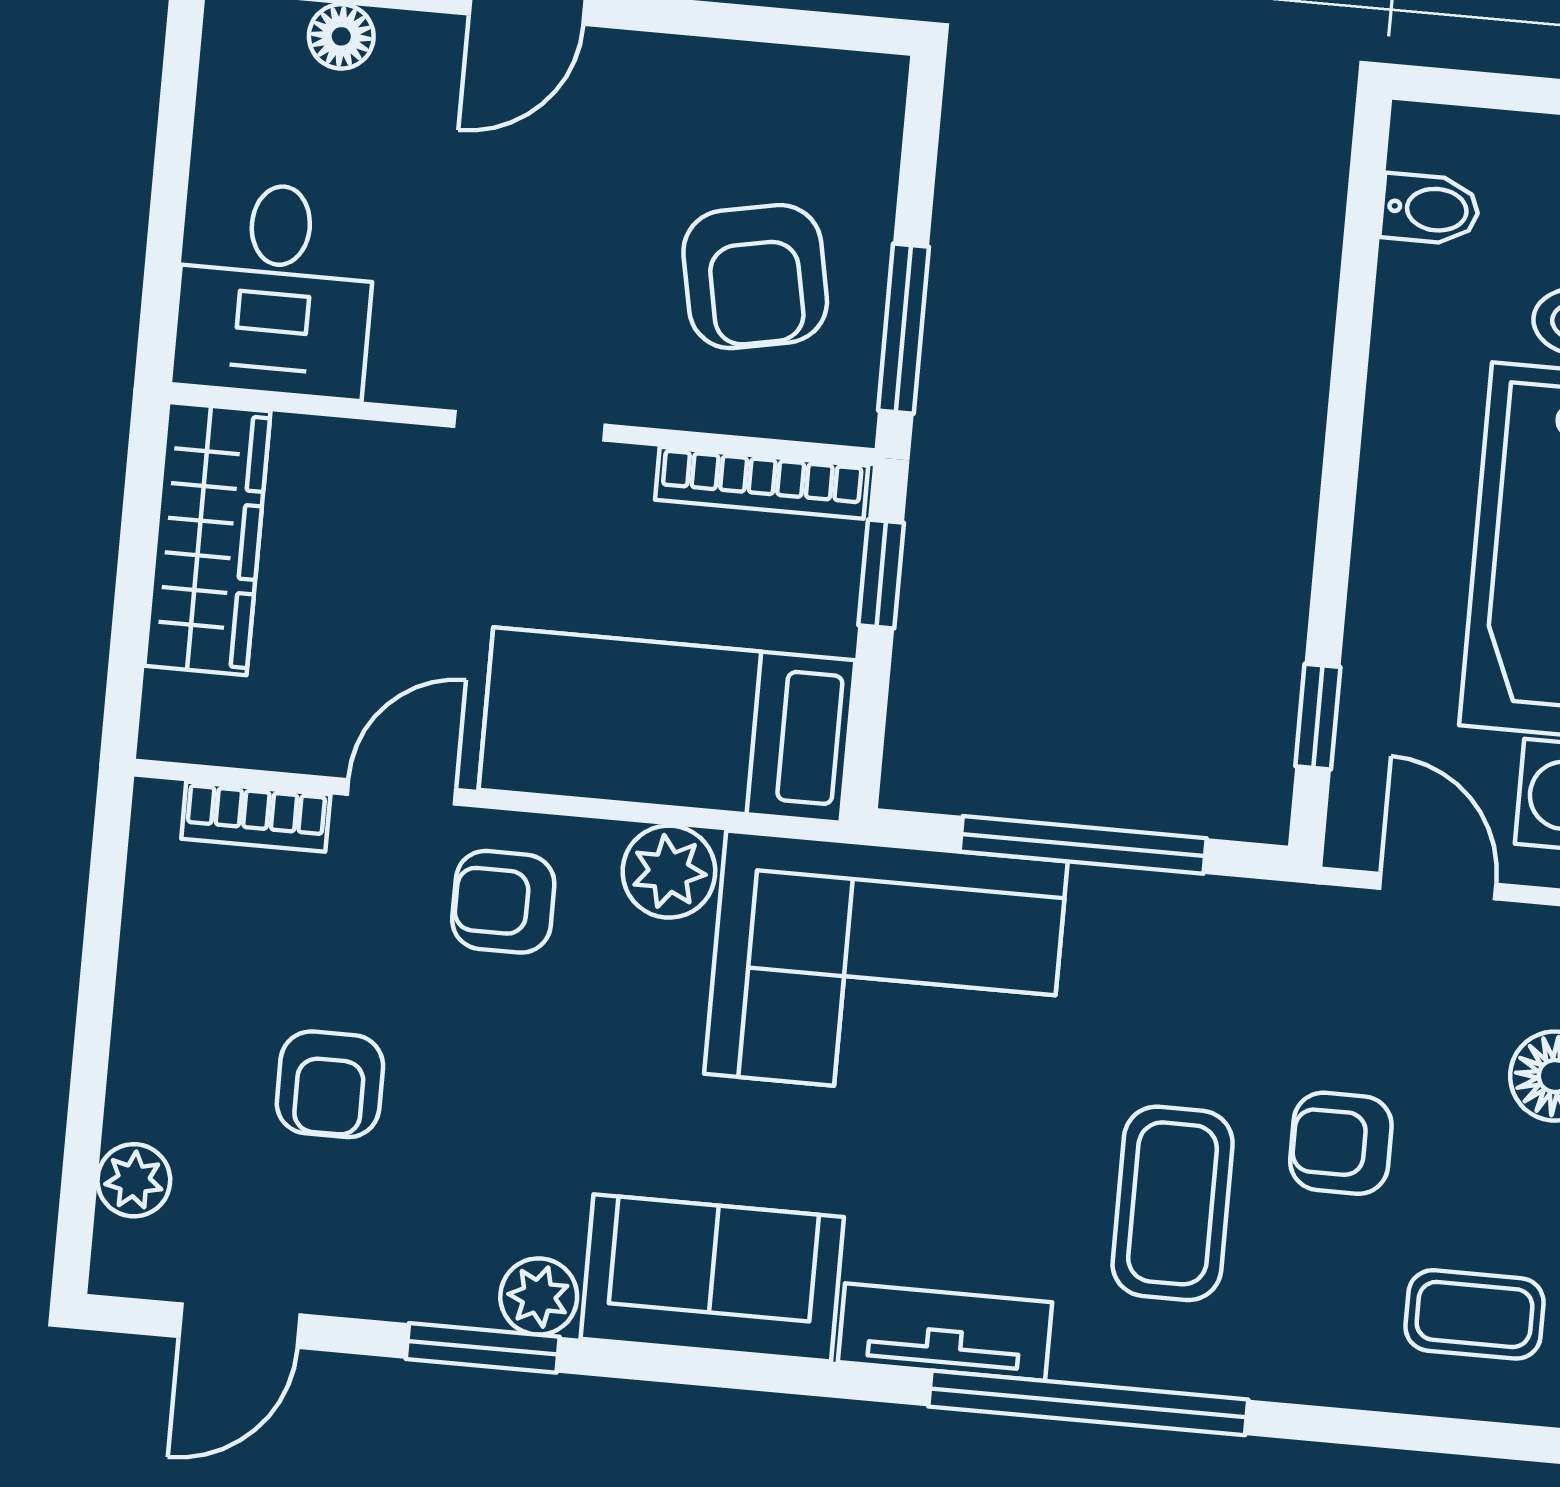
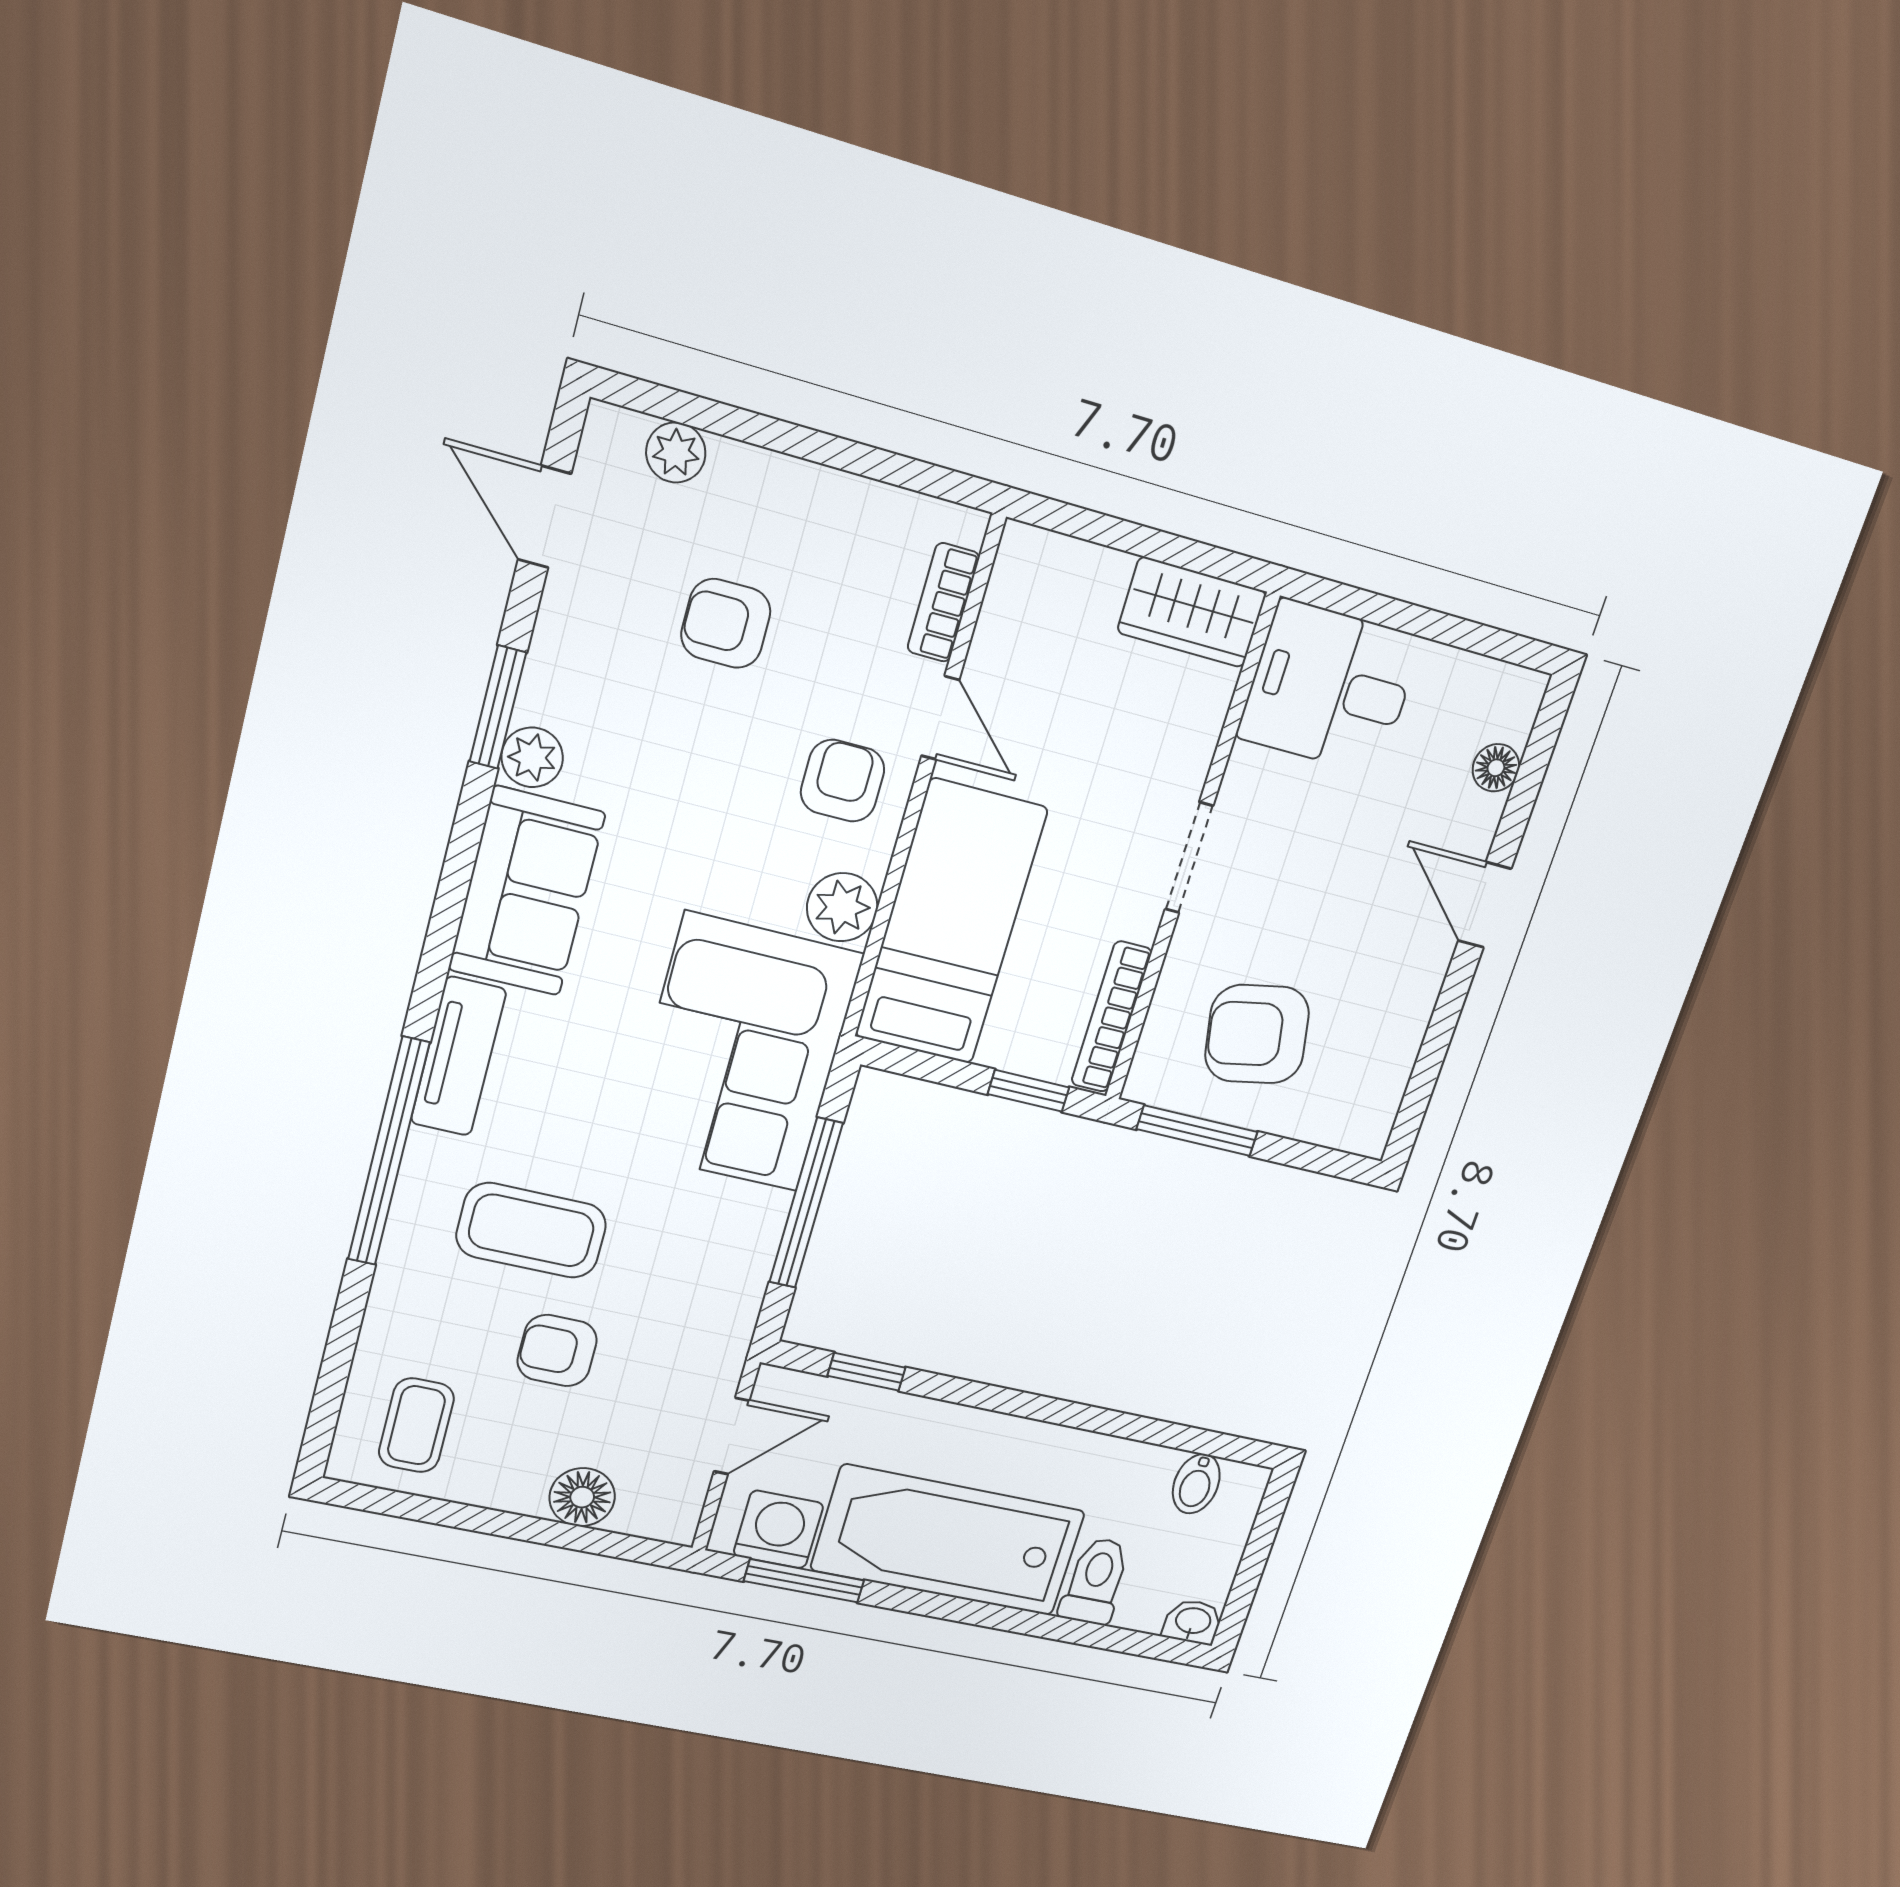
wardrobe: (207, 539) -> (1192, 612), width x0.67
armchair: (1341, 1143) -> (557, 1351), turned -90

